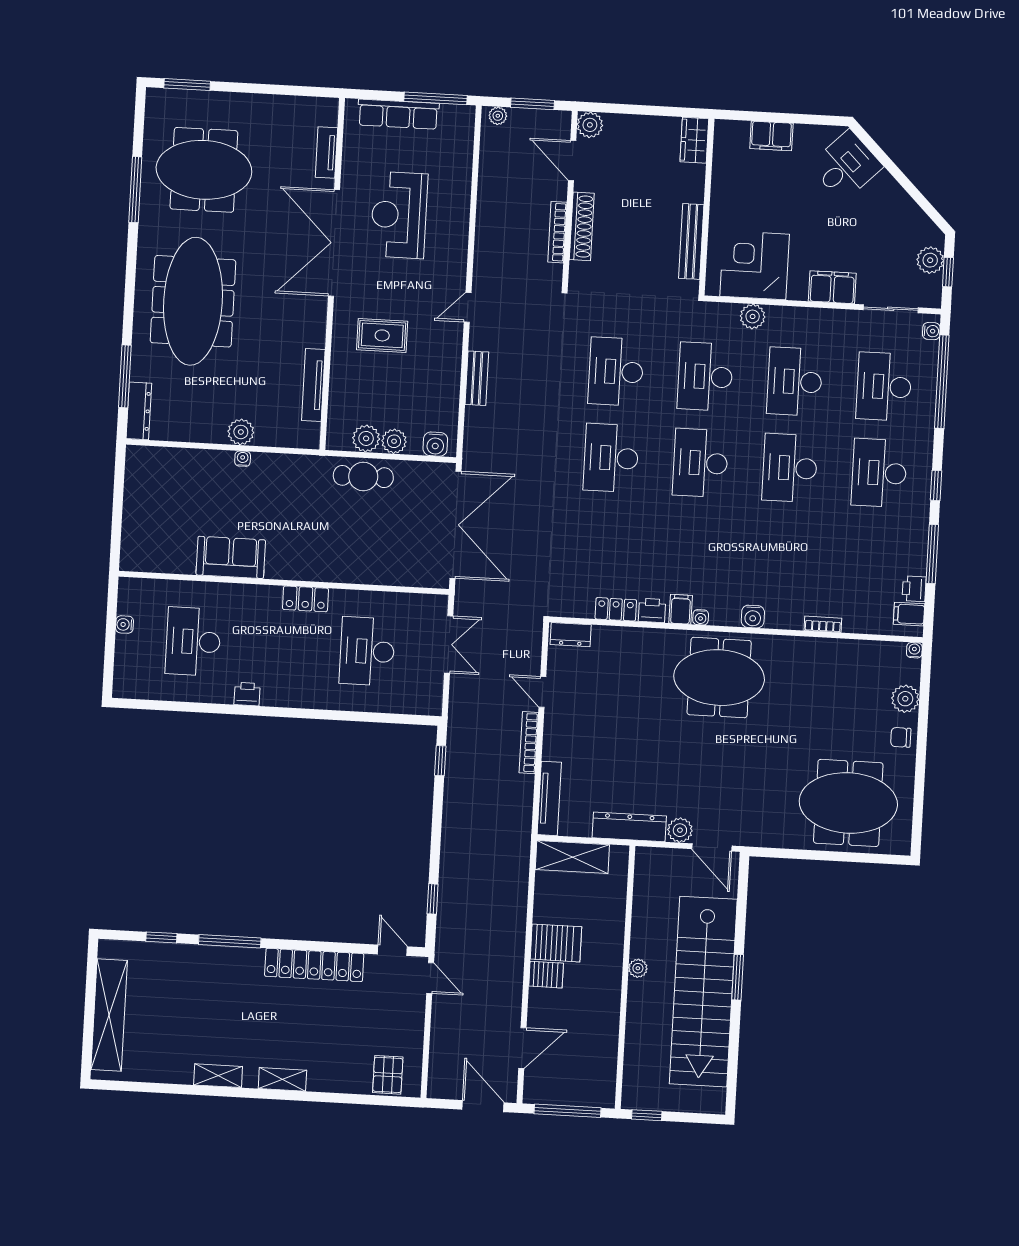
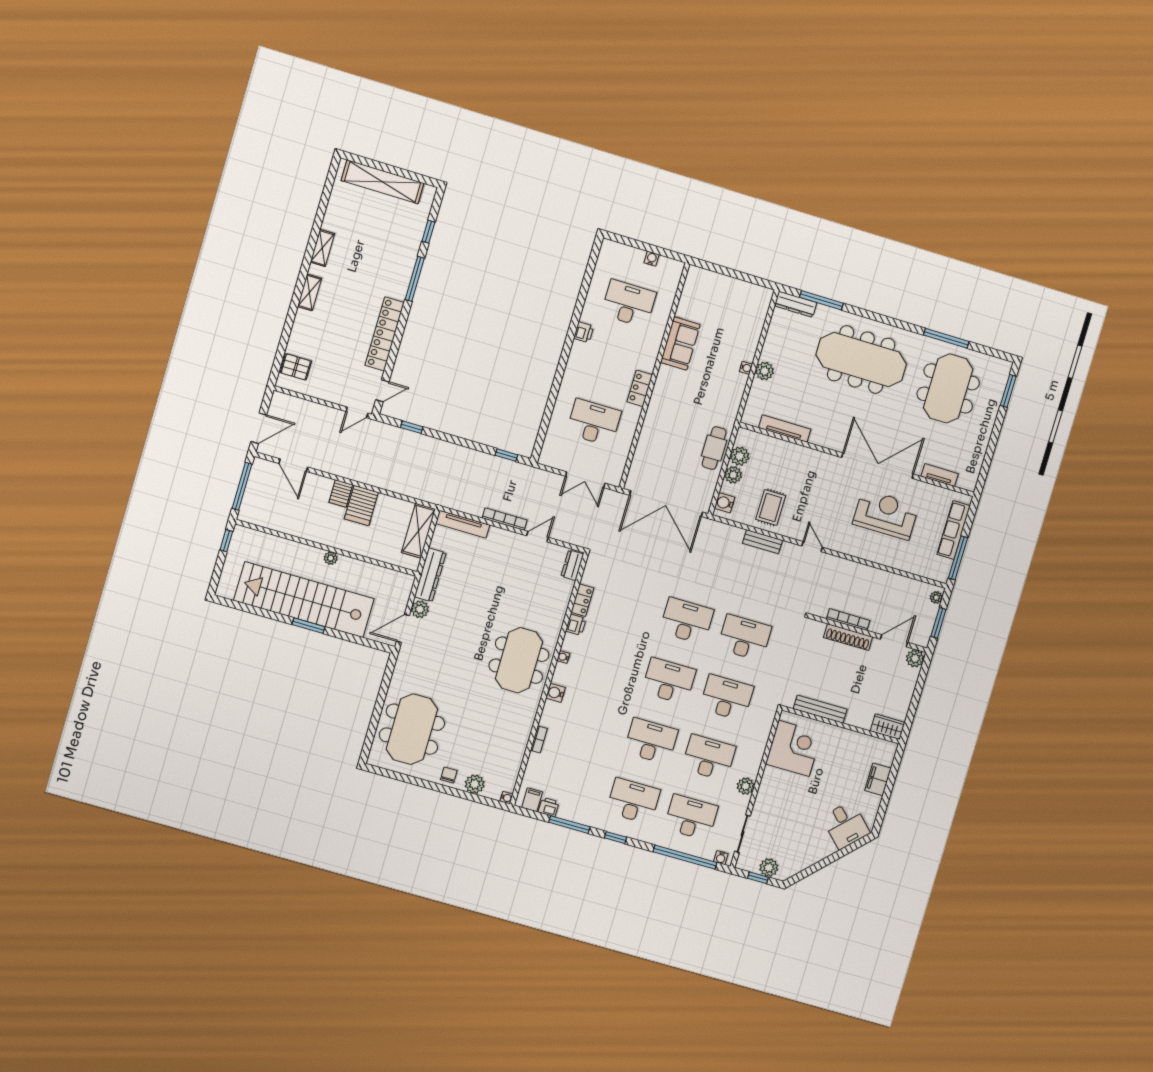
filing cabinet: (832, 287) -> (766, 797), removed
plant: (753, 316) -> (746, 786), moved
rug: (382, 335) -> (771, 508), moved
filing cabinet: (681, 609) -> (572, 645), removed

